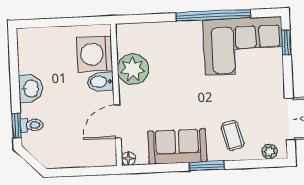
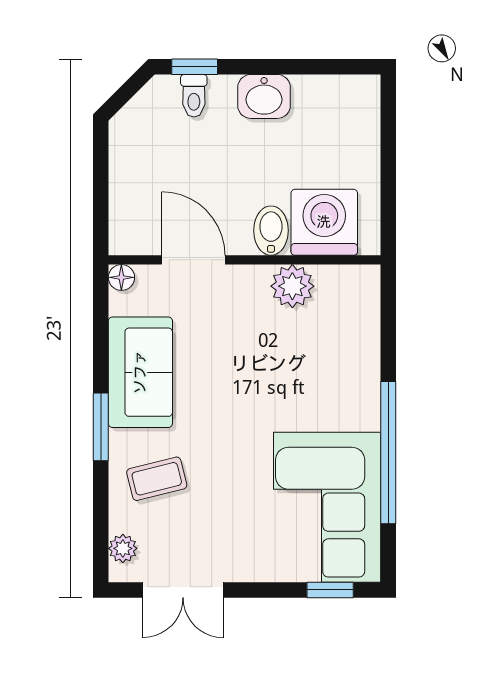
plant: (133, 69) -> (292, 286), width x0.73, depth x0.73

